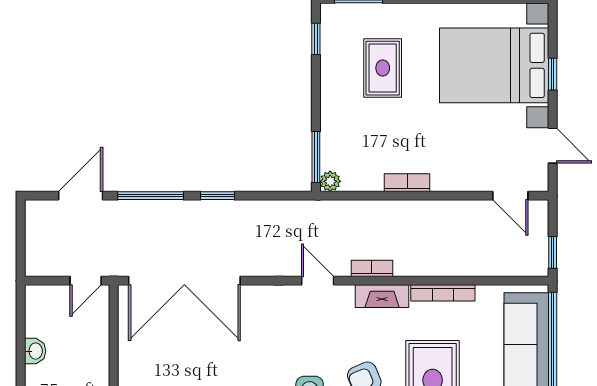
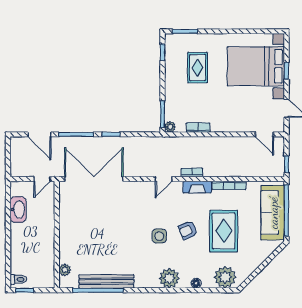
bookcase: (407, 183) -> (198, 128), moved
door: (81, 196) -> (39, 134), swing flipped
double door: (184, 281) -> (94, 179), swing flipped
door: (318, 281) -> (163, 179), swing flipped
washbasin: (35, 351) -> (18, 210), width x1.91, depth x1.45

